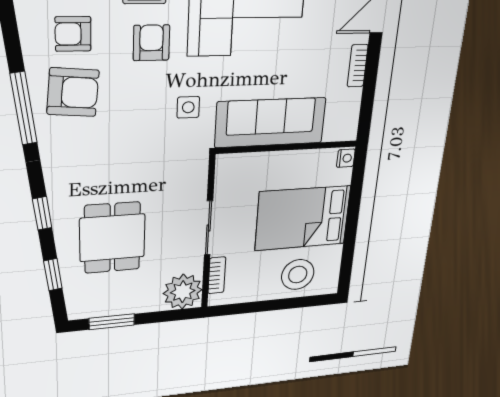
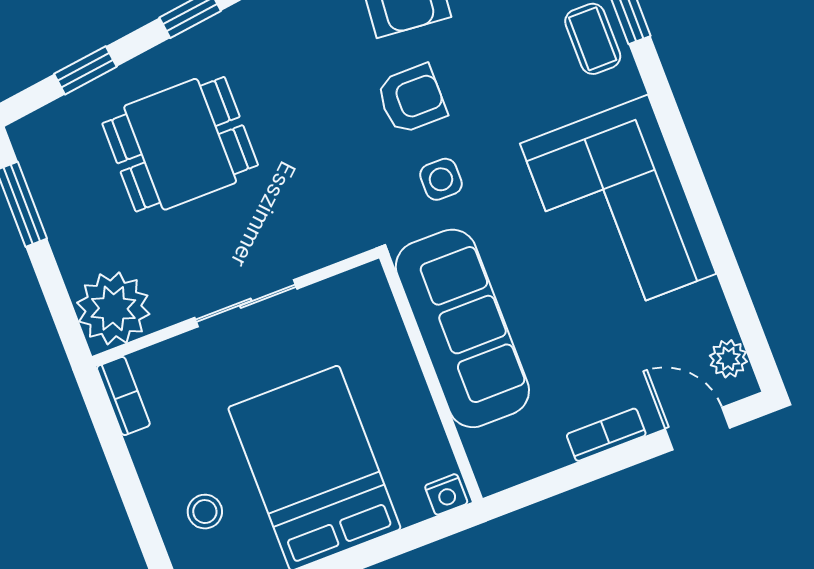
armchair: (151, 43) -> (411, 99), moved
bookcase: (217, 275) -> (123, 396), moved, turned -90
stool: (298, 275) -> (205, 512), width x0.53, depth x0.53

